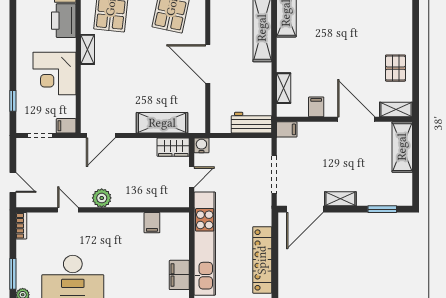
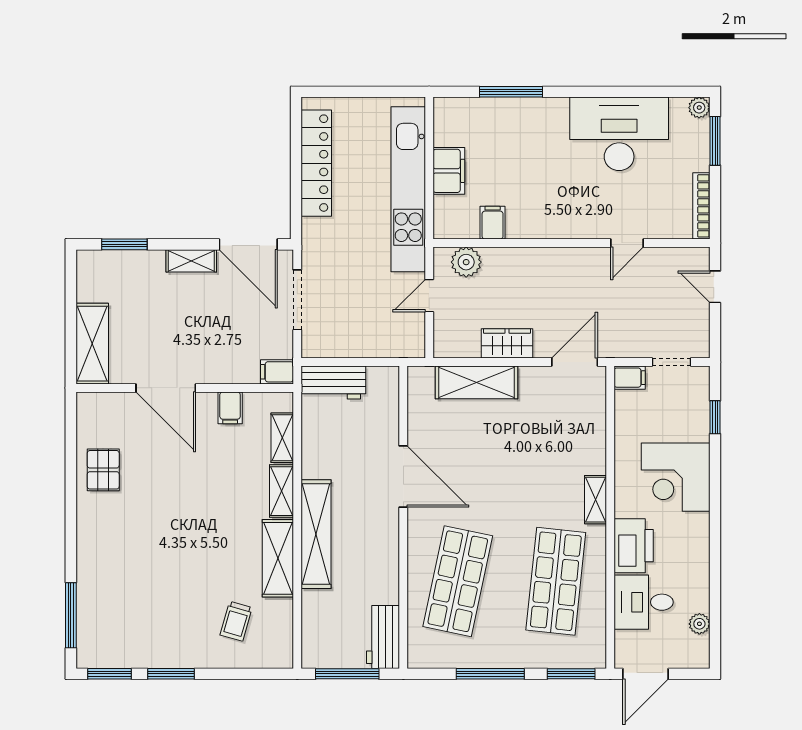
corner desk: (54, 73) -> (676, 477), moved, turned 180
shelving: (396, 109) -> (281, 491), moved, turned 90
water cooler: (201, 145) -> (413, 346), removed
wardrobe: (173, 147) -> (507, 343), moved
plant: (102, 198) -> (466, 262), moved
door: (305, 209) -> (248, 244), swing flipped
door: (68, 210) -> (627, 243), hinge flipped
bookcase: (21, 226) -> (701, 206), width x1.56
filing cabinet: (179, 275) -> (449, 171), moved

